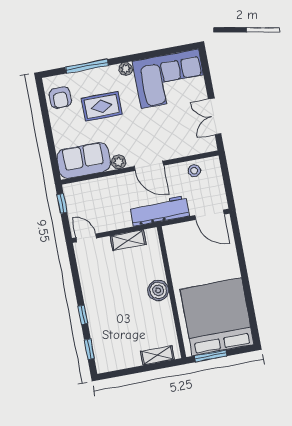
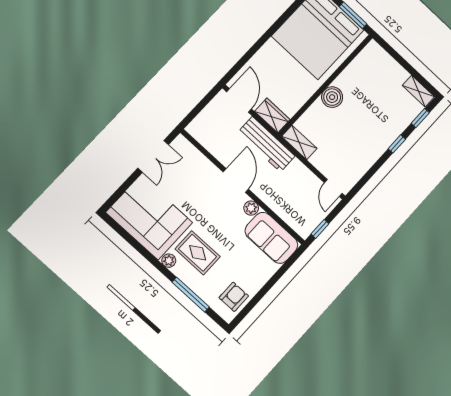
rug: (102, 106) -> (198, 253), moved
stool: (194, 171) -> (212, 140), removed
wardrobe: (178, 232) -> (272, 115), added
shelving: (128, 240) -> (299, 142), moved
shelving: (157, 355) -> (418, 91), moved

